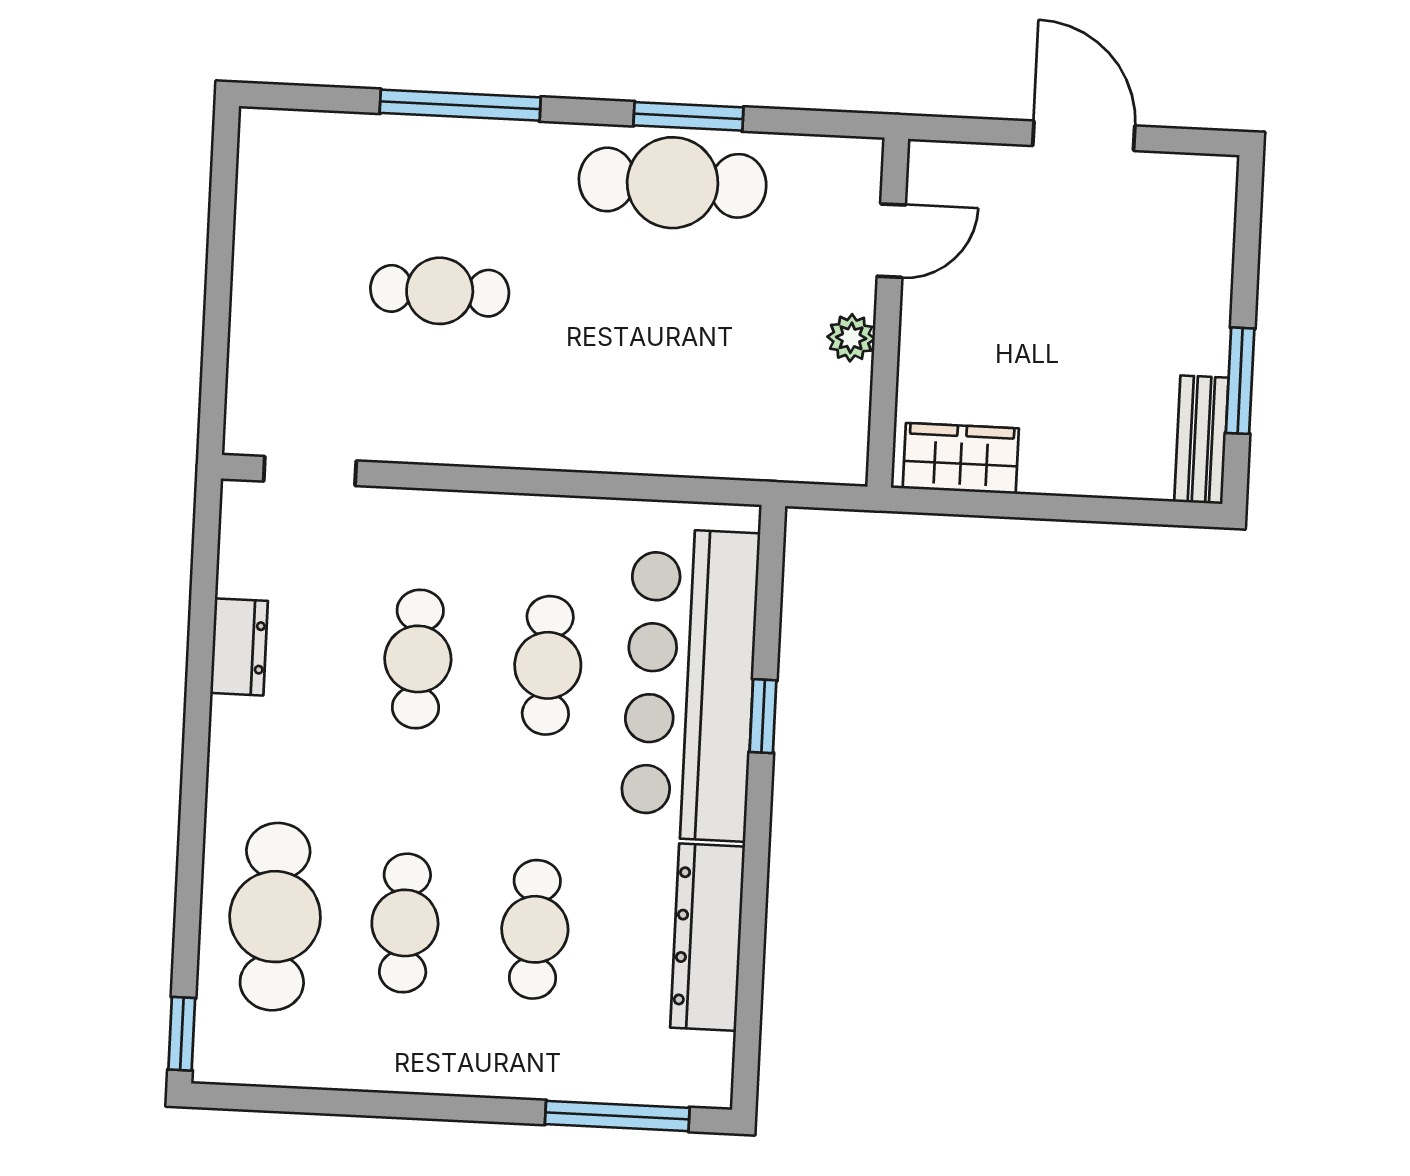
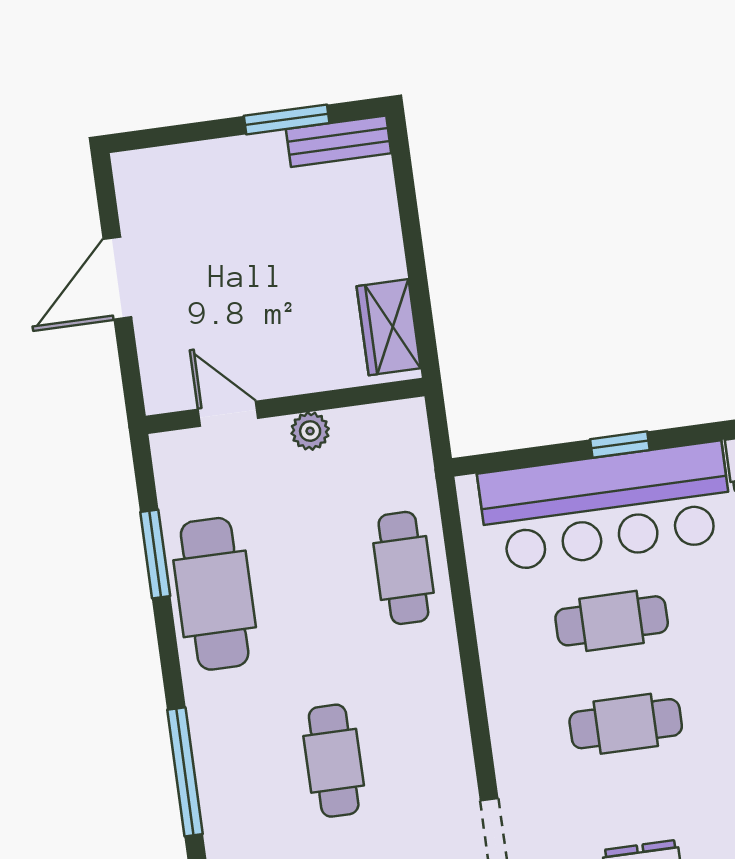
window: (688, 116) -> (155, 554), moved
cafe table: (661, 421) -> (403, 568), added

